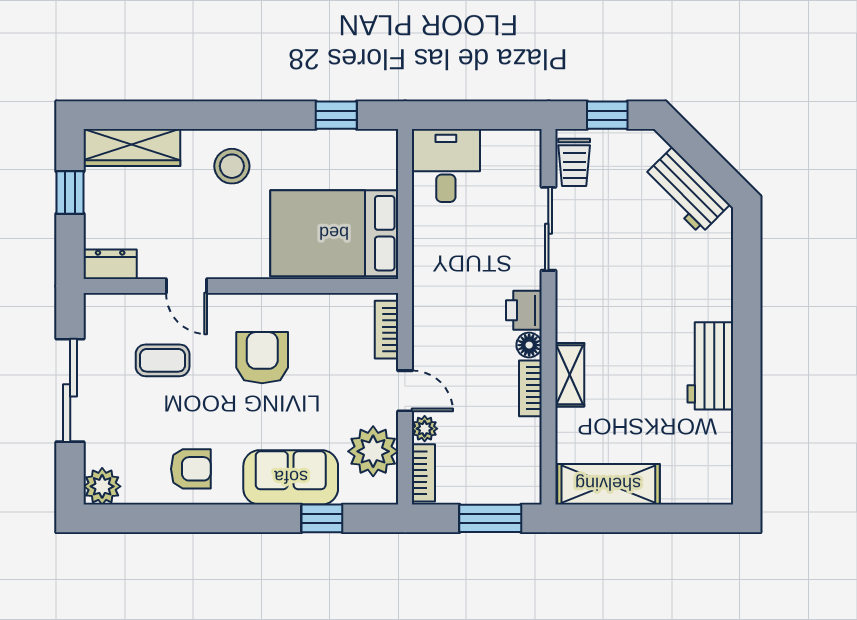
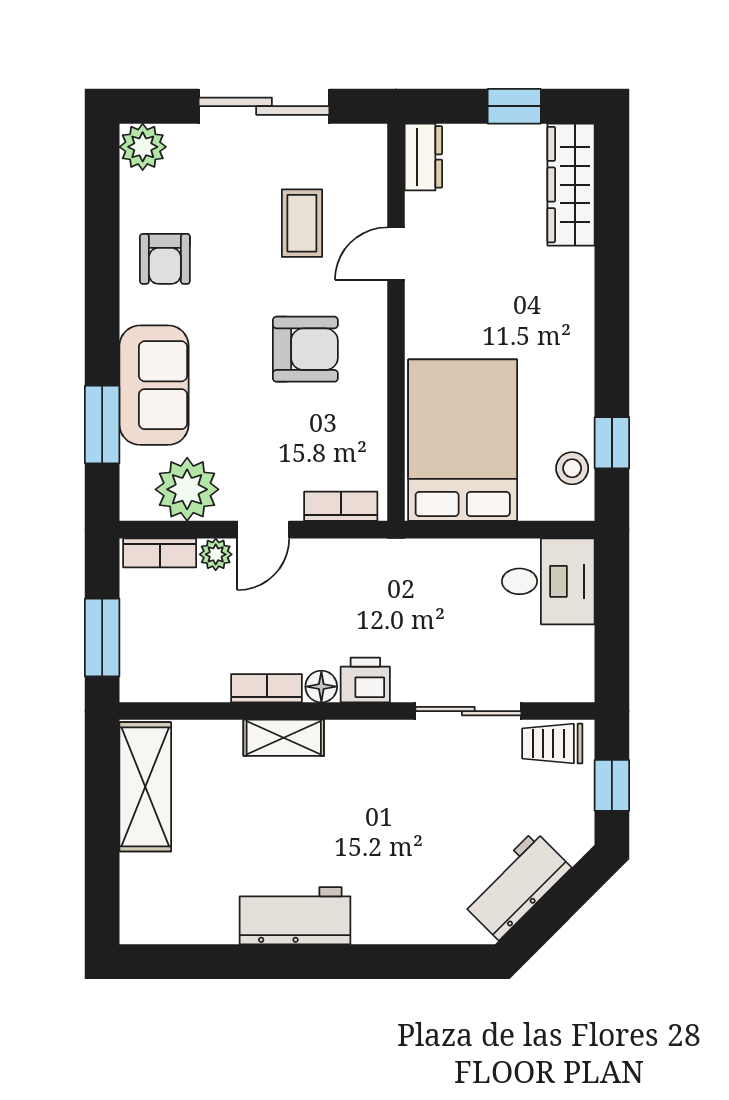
stool: (232, 166) -> (572, 468), moved, width x0.73, depth x0.73
window: (322, 518) -> (102, 425), width x1.50

